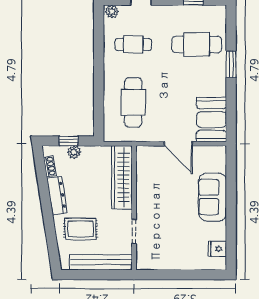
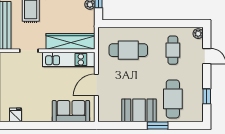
booth: (211, 120) -> (139, 110), moved
kitchen unit: (145, 180) -> (69, 60), added
sofa: (212, 197) -> (71, 111), moved

